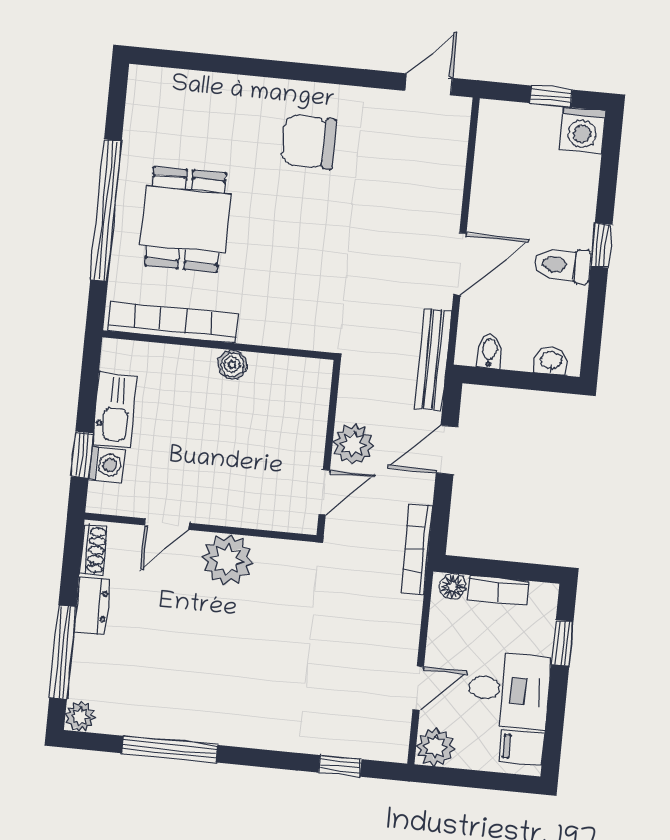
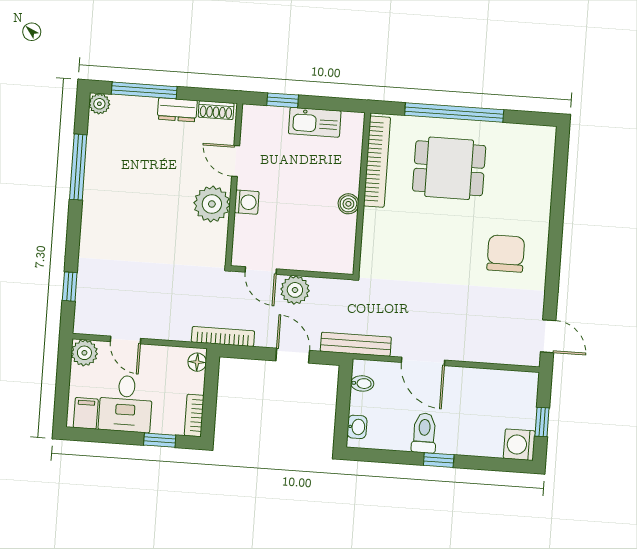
washing machine: (106, 465) -> (247, 202), moved, turned -90
bookcase: (498, 590) -> (194, 415), moved

